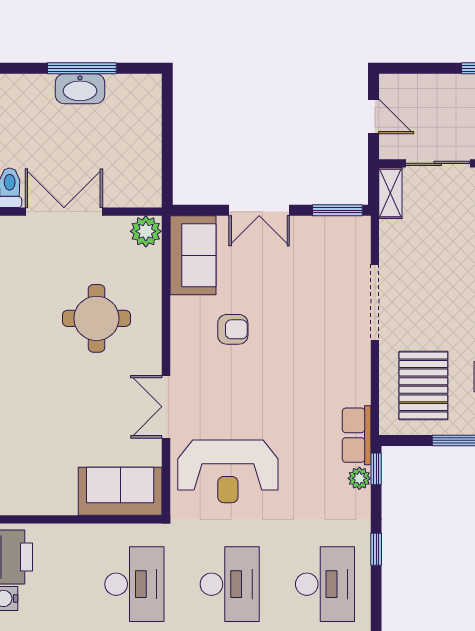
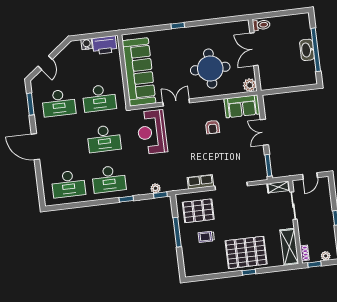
window: (82, 68) -> (316, 50), width x1.46
double door: (64, 212) -> (254, 49), swing flipped
round table: (96, 318) -> (210, 69), width x1.36, depth x1.36
row of seats: (357, 435) -> (200, 182), moved
sofa: (120, 491) -> (139, 72), width x1.85, depth x1.27

